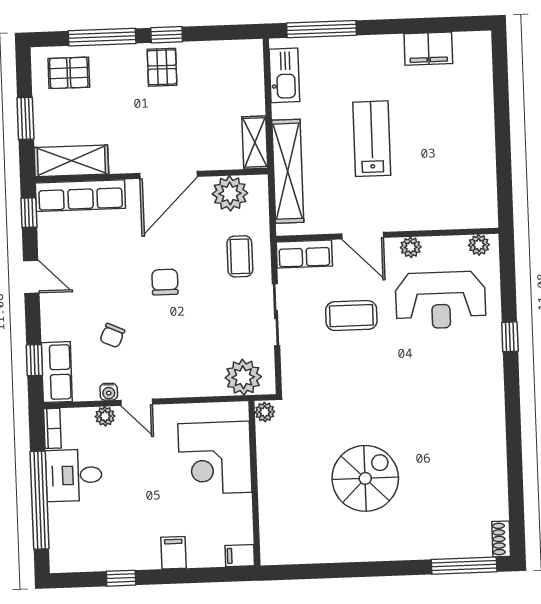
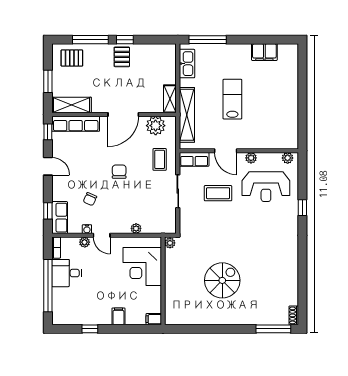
plant: (243, 377) -> (136, 228), moved, width x0.53, depth x0.53

